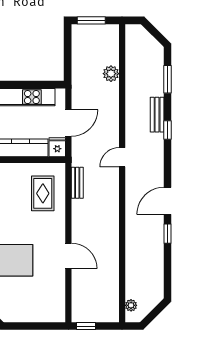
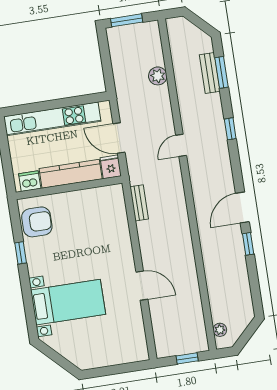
bench: (157, 115) -> (210, 73), moved
door: (68, 123) -> (119, 138), swing flipped
door: (122, 157) -> (181, 145), moved
rug: (43, 193) -> (103, 221), removed
window: (86, 326) -> (187, 358), moved

